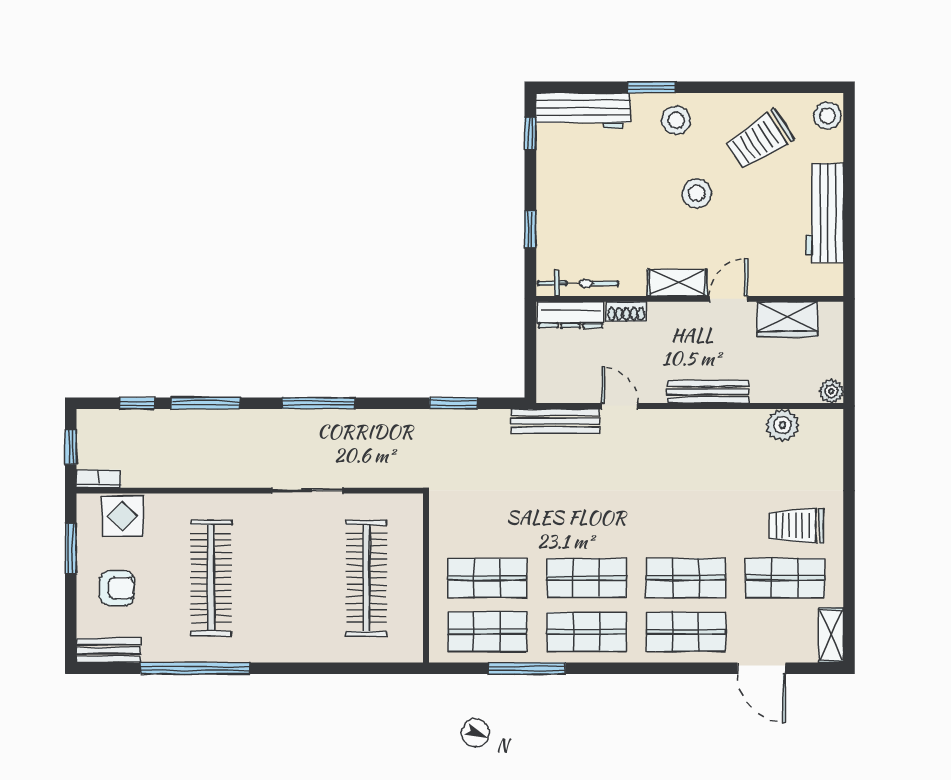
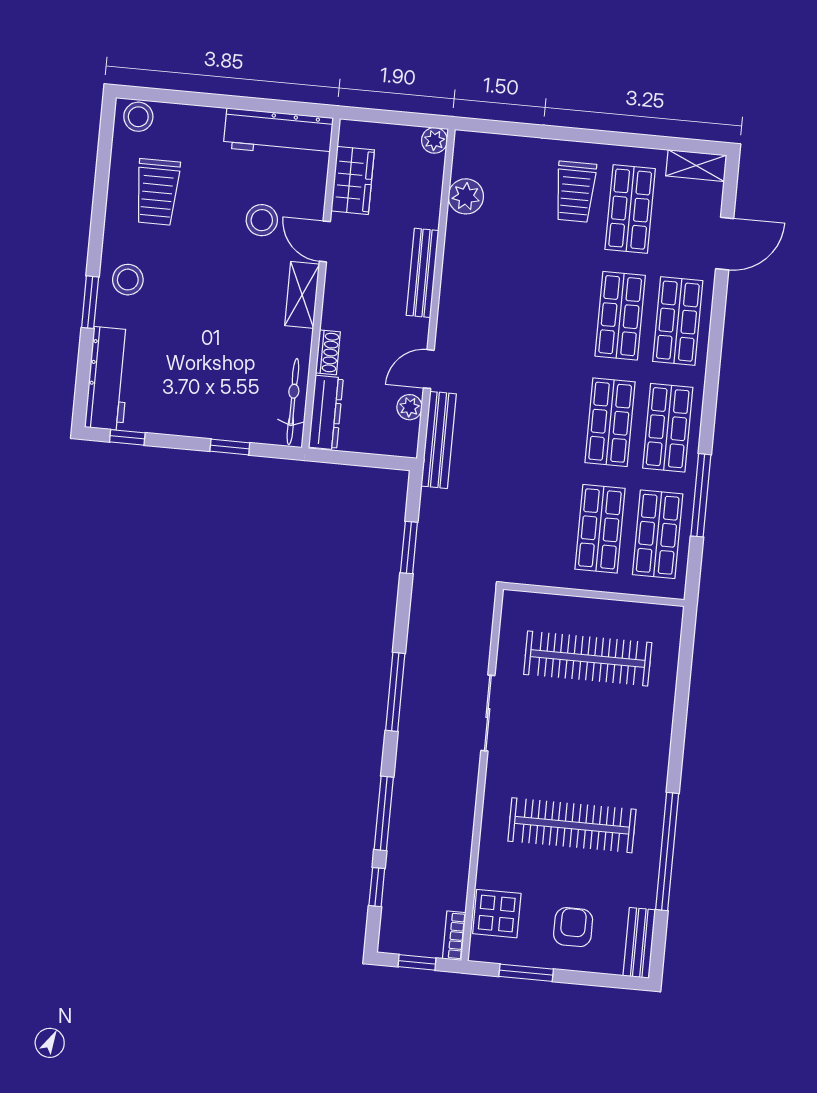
trolley: (760, 140) -> (157, 192), turned 33
stool: (697, 193) -> (262, 220), moved
workbench: (825, 213) -> (278, 133), moved
plant: (583, 391) -> (410, 407), added

